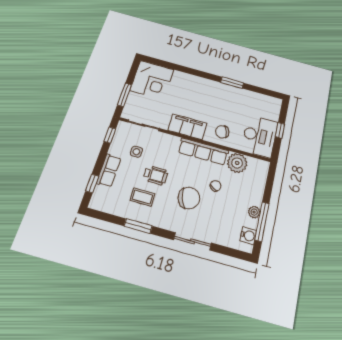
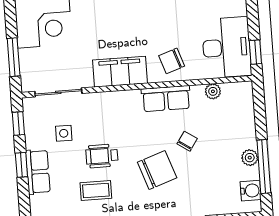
window: (280, 130) -> (255, 52), moved
row of seats: (203, 151) -> (166, 99), width x0.68
plant: (237, 163) -> (213, 91), width x0.53, depth x0.53
wheelchair: (156, 175) -> (102, 156), turned 180
window: (92, 184) -> (21, 165), moved

